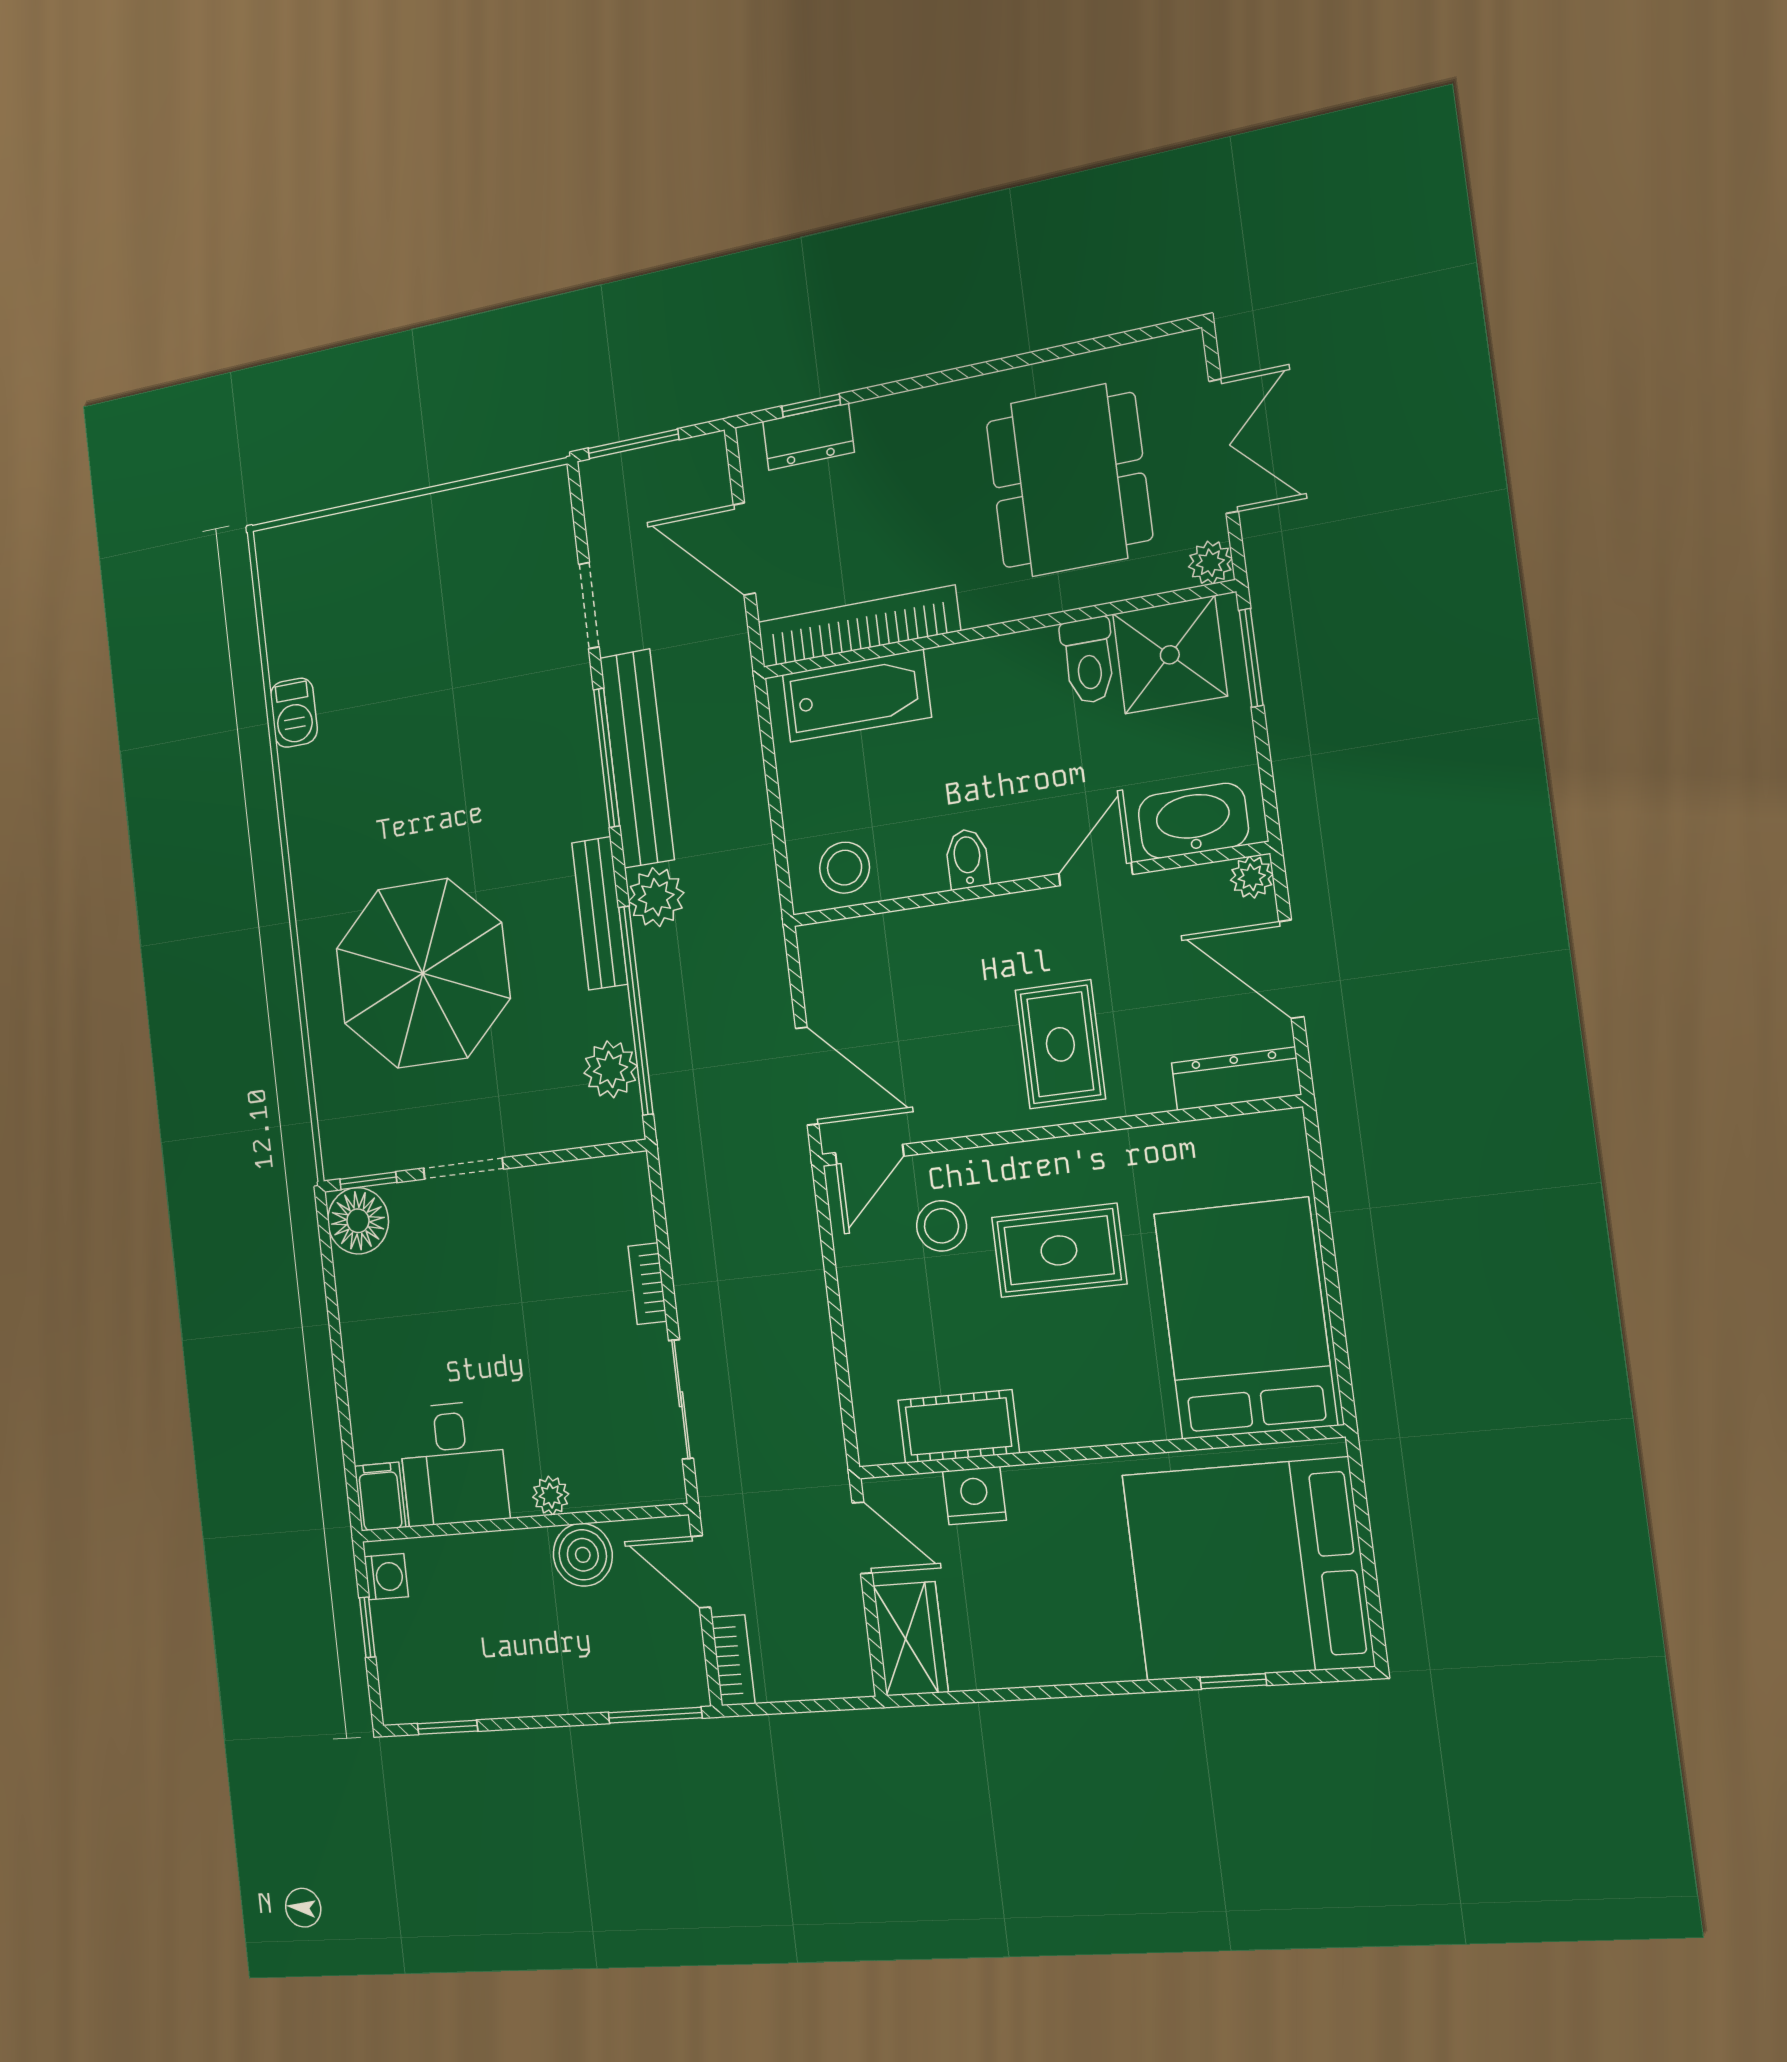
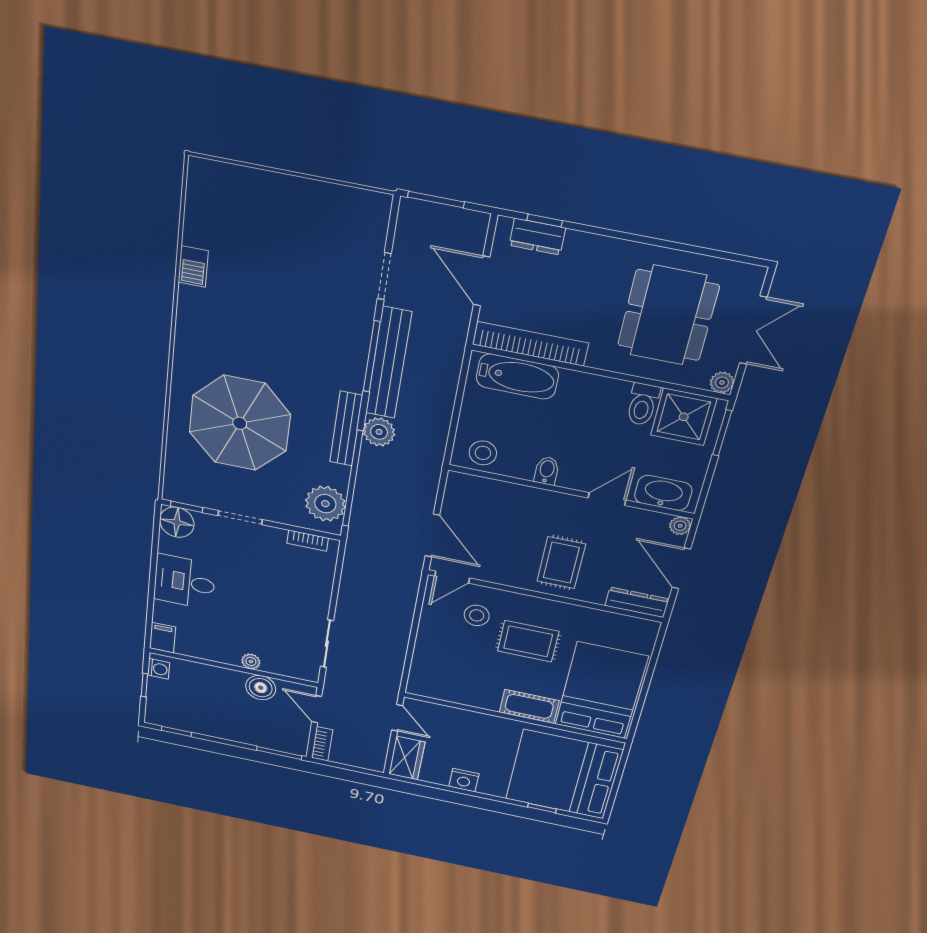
plant: (610, 1069) -> (325, 504), width x1.36, depth x1.36
bookcase: (647, 1284) -> (308, 541), moved, turned -90
cot: (958, 1427) -> (529, 706), moved
desk: (453, 1464) -> (185, 582), moved, turned 90
nightstand: (974, 1496) -> (464, 780), moved, turned 180

